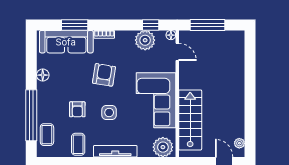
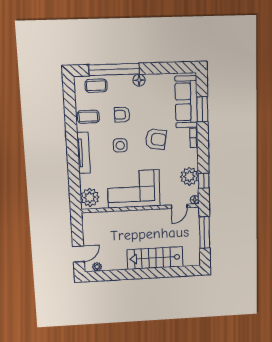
floor lamp: (43, 75) -> (139, 80), moved
stairs: (190, 120) -> (155, 258), moved, turned 180

